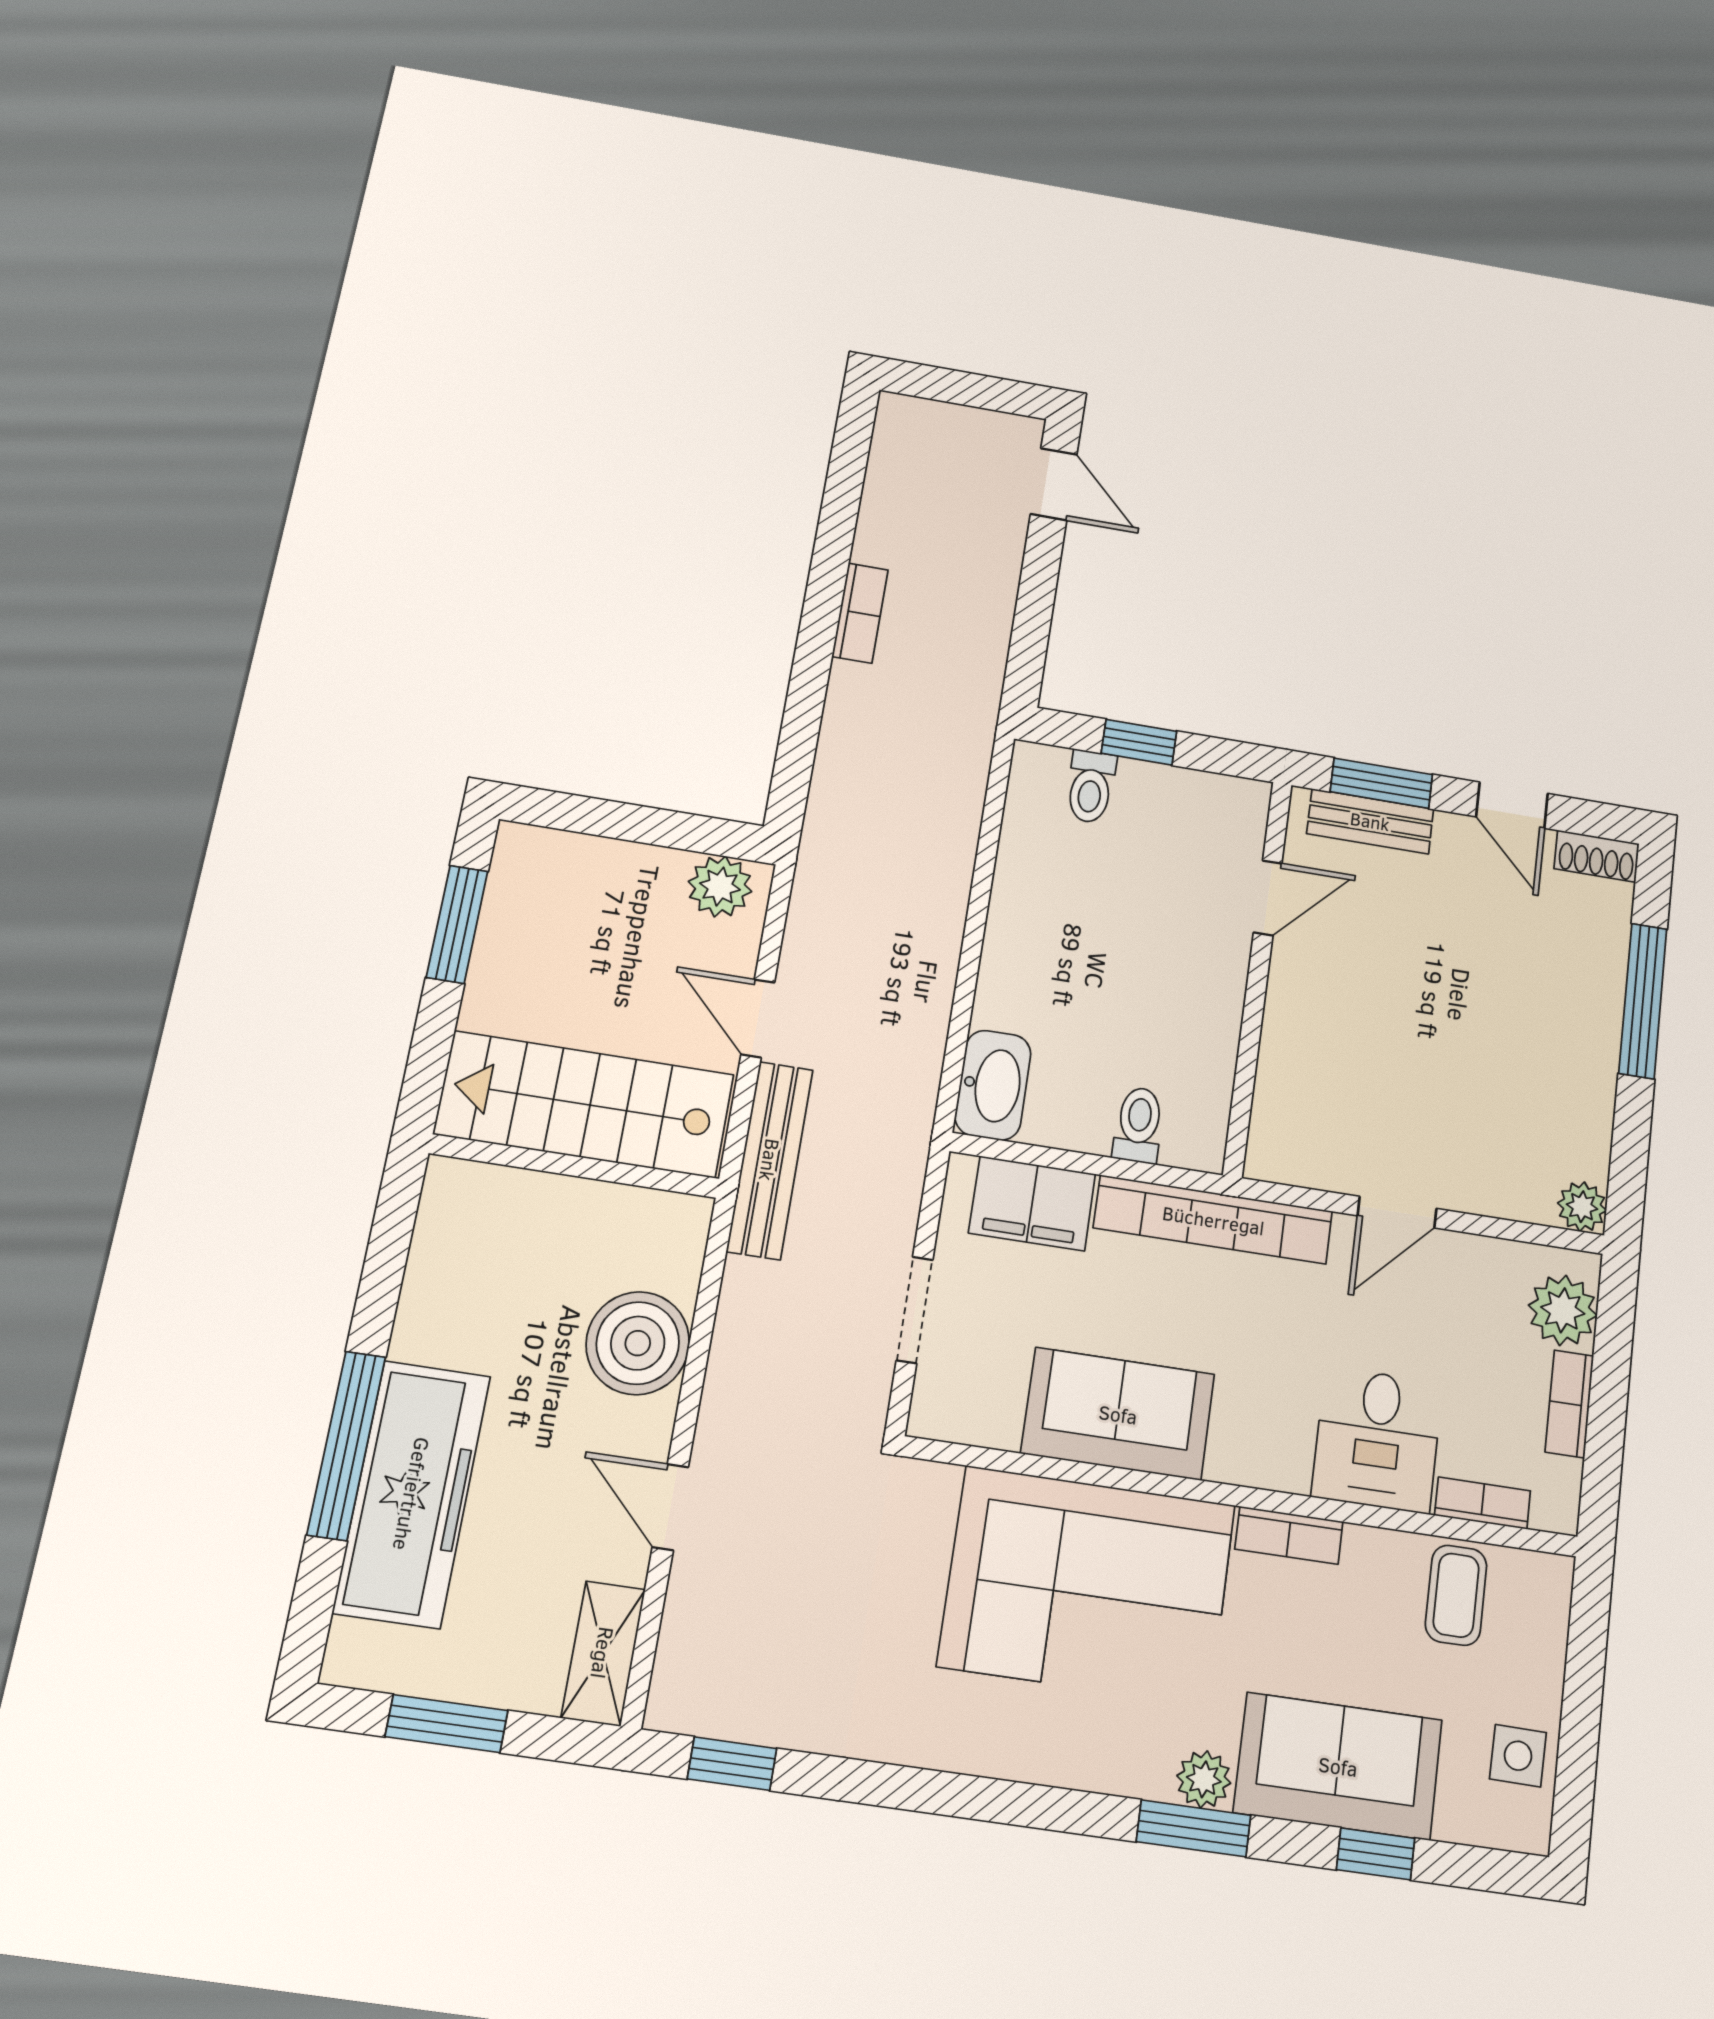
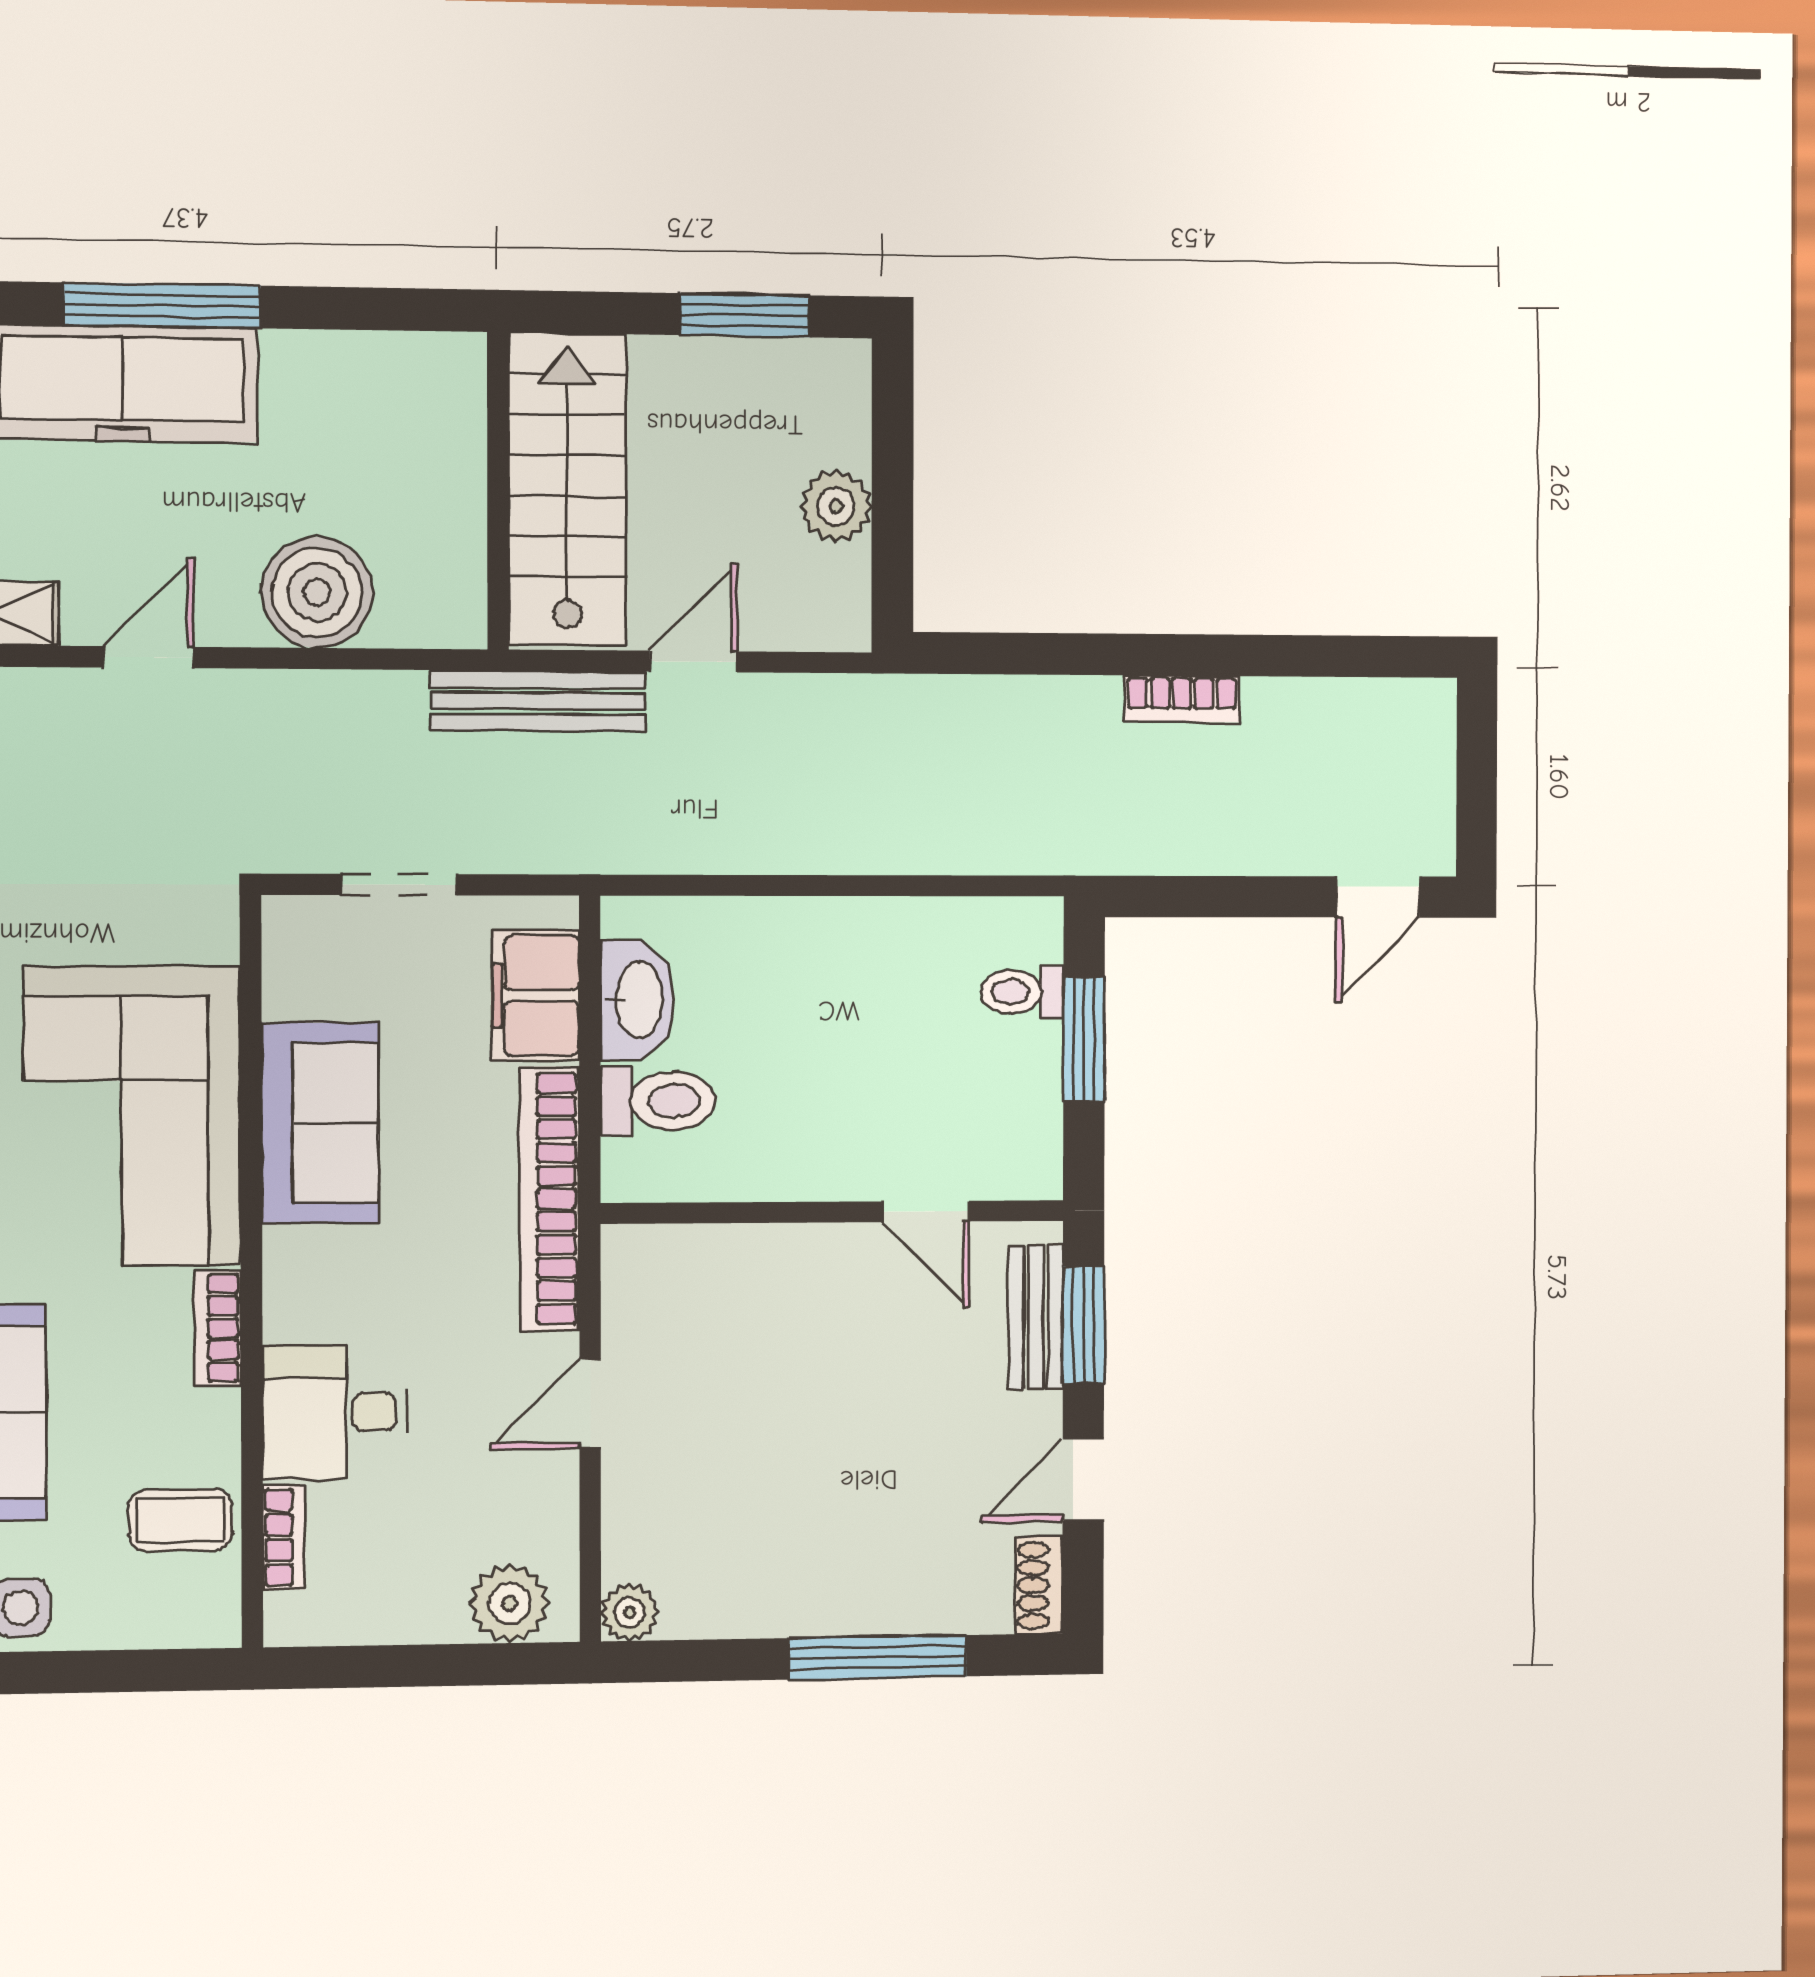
window: (1139, 742) -> (1084, 1039), width x1.50
plant: (720, 887) -> (836, 506), moved
washbasin: (993, 1085) -> (637, 1000), moved, turned -90
toilet: (1139, 1125) -> (658, 1101), width x1.37, depth x1.39
door: (1397, 1212) -> (590, 1404), hinge flipped
bookcase: (1569, 1404) -> (407, 1622), removed

